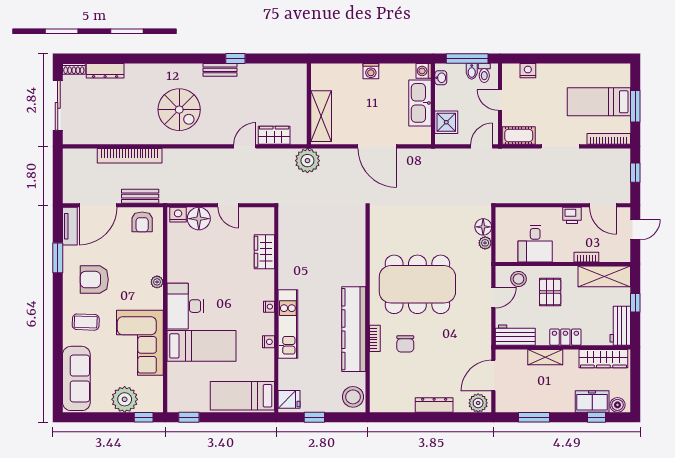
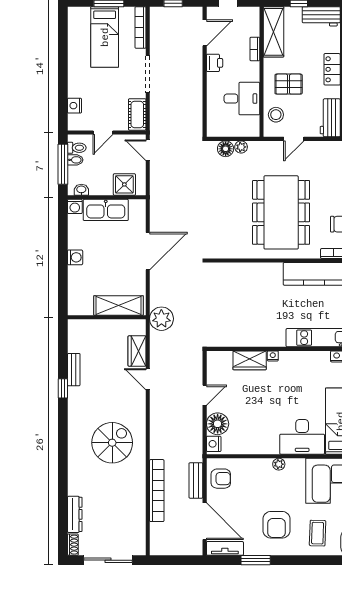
bench: (220, 70) -> (74, 370), moved
door: (493, 297) -> (294, 139), swing flipped
nightstand: (269, 307) -> (273, 356), moved

